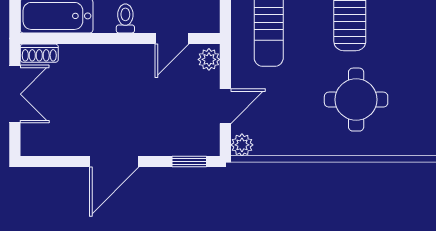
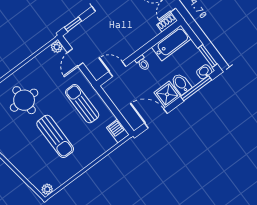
door: (172, 38) -> (117, 69), hinge flipped
plant: (209, 59) -> (96, 72), removed

